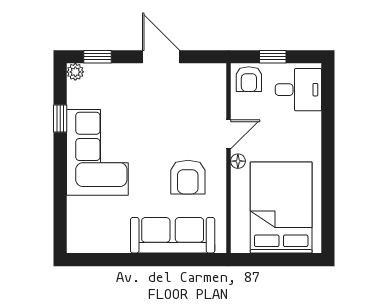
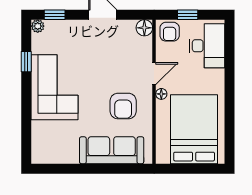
floor lamp: (216, 74) -> (144, 28), added
desk: (298, 90) -> (207, 46), width x1.37

